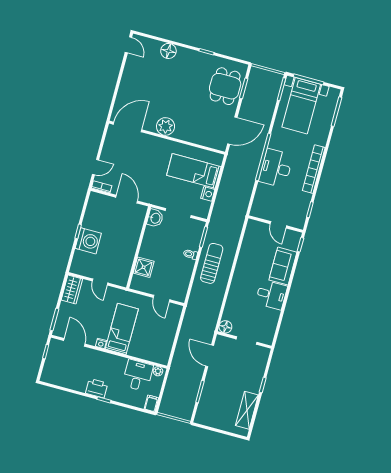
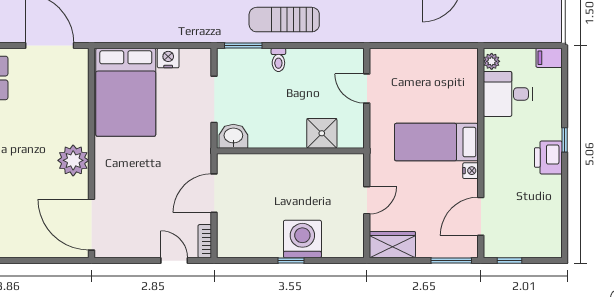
bed: (194, 171) -> (126, 92), width x1.50
door: (162, 299) -> (367, 89), swing flipped

